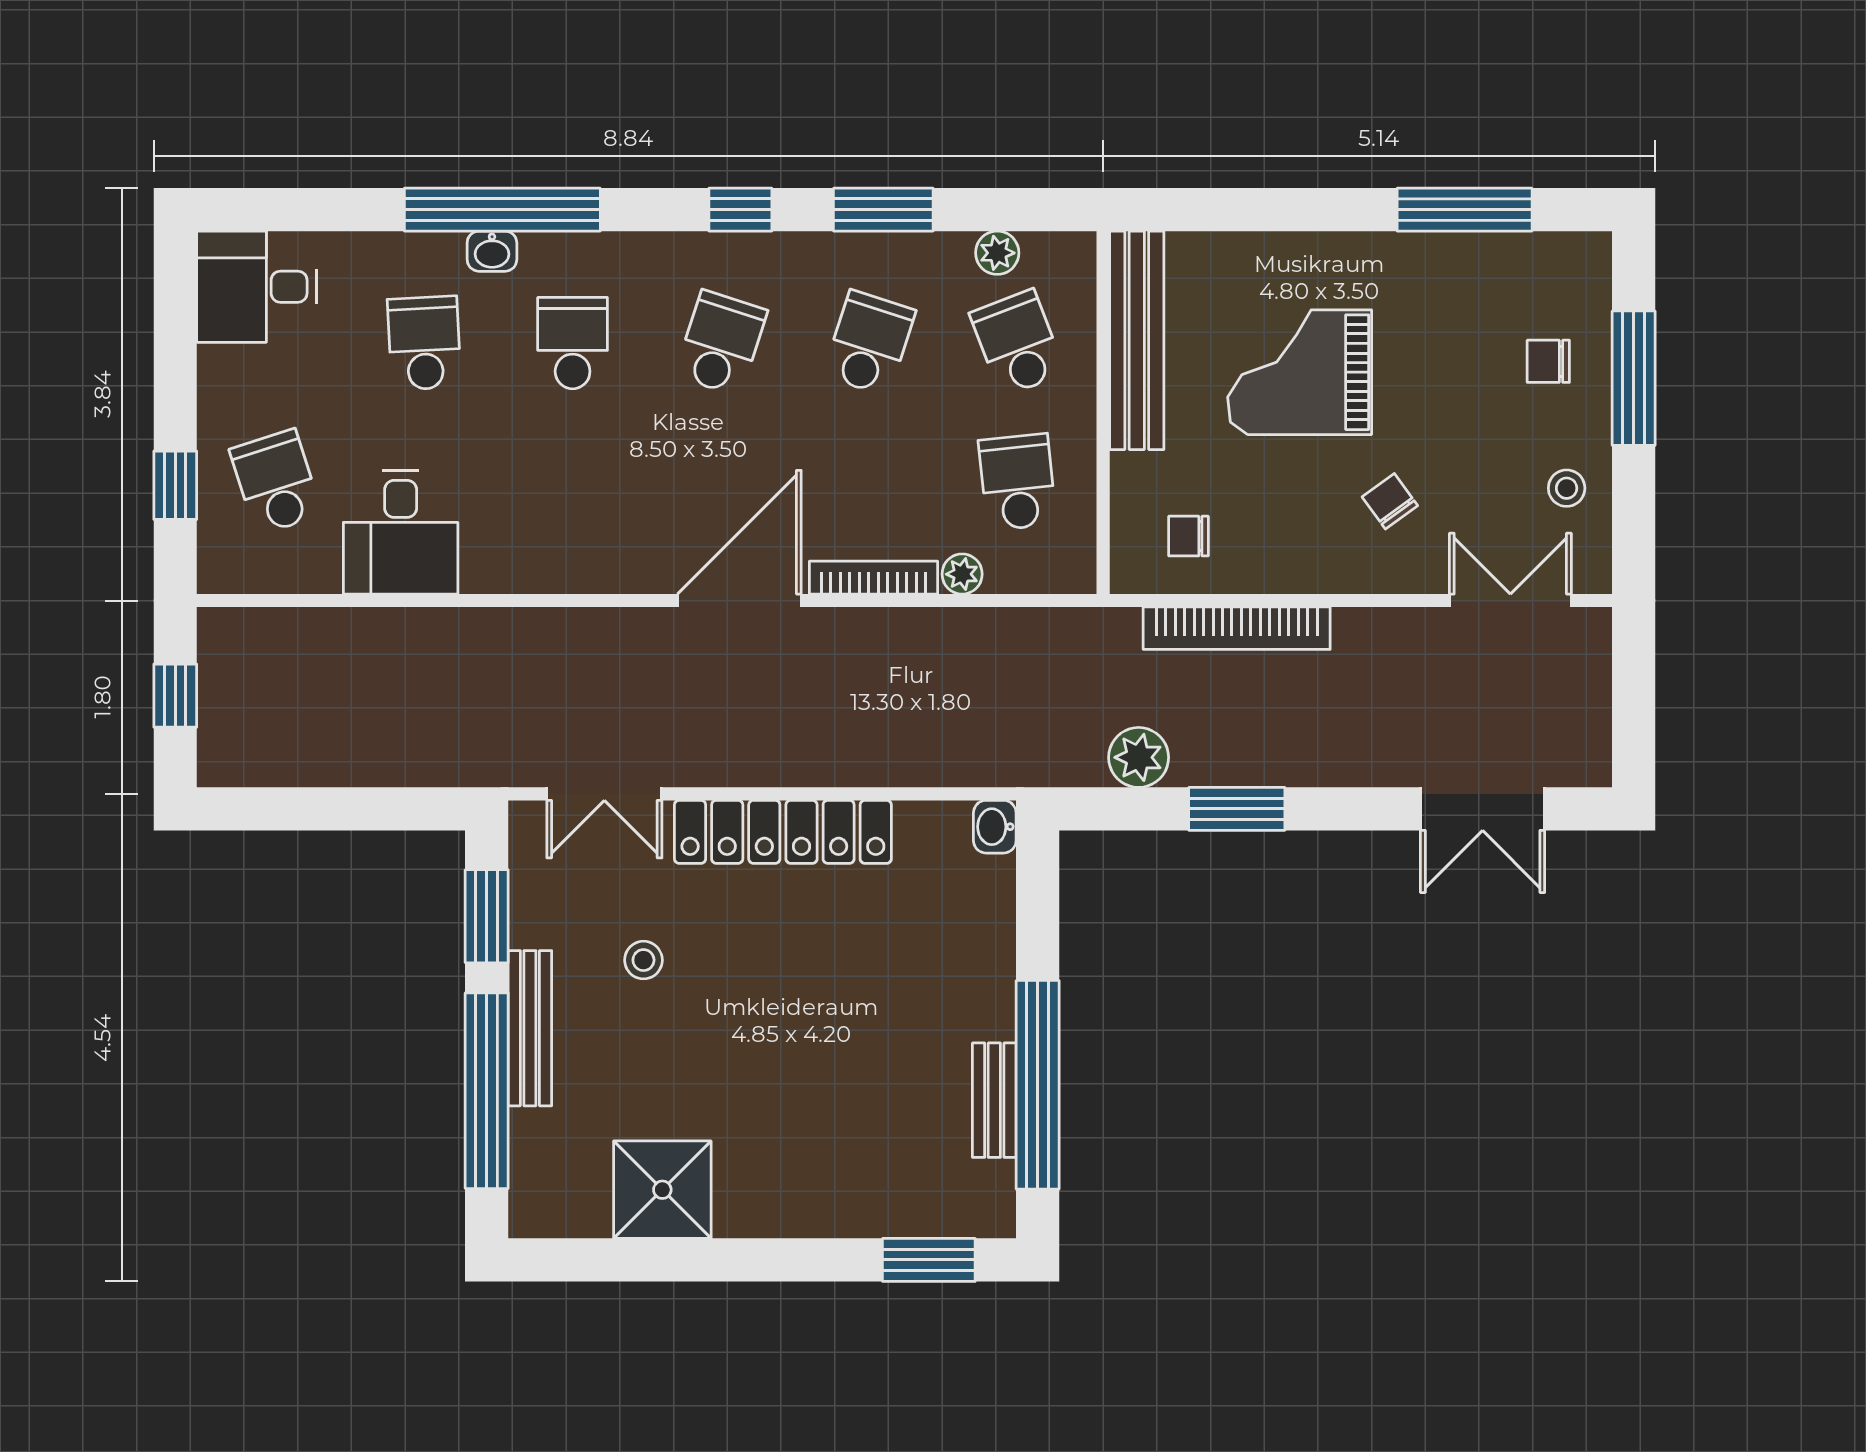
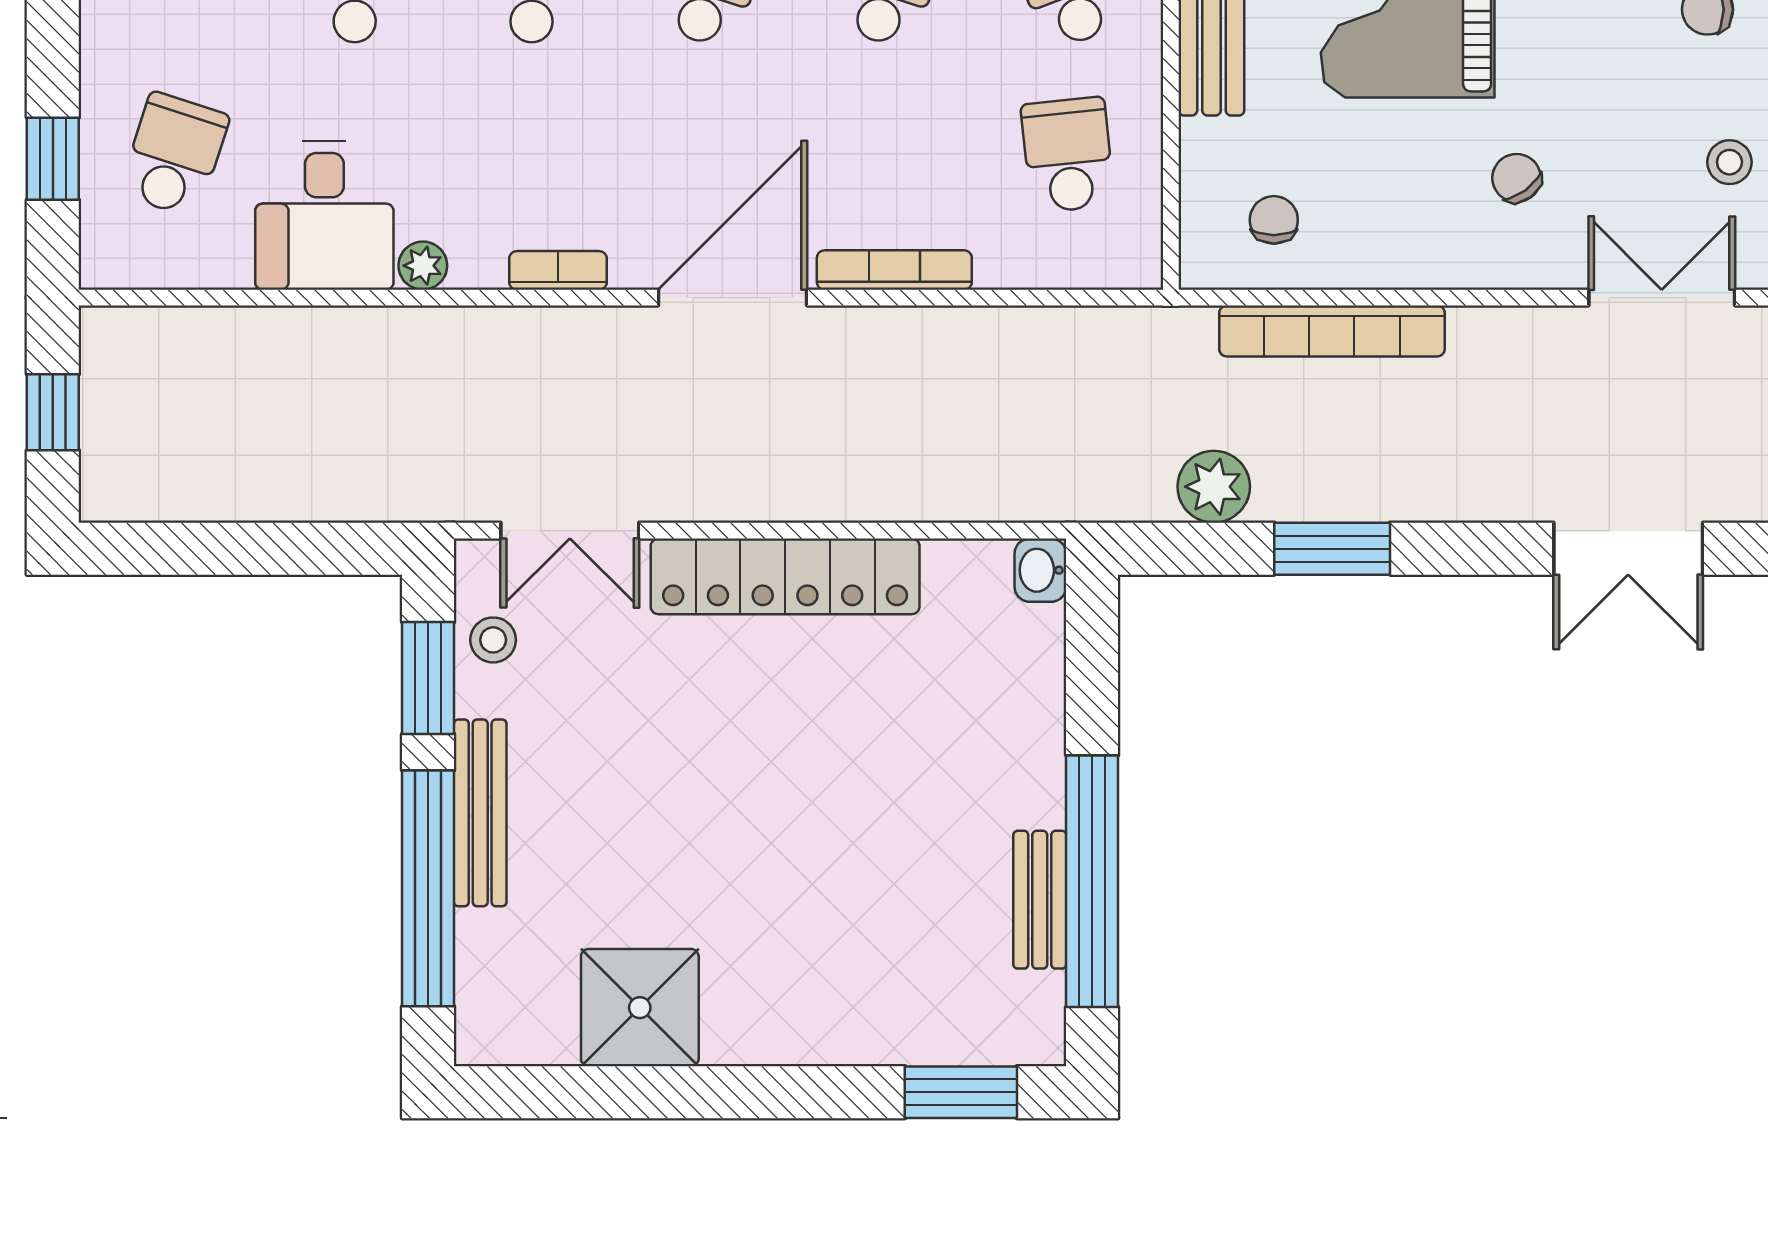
school desk: (276, 482) -> (174, 155), turned 36
chair: (1188, 536) -> (1274, 220), turned 90
plant: (962, 574) -> (423, 266), moved
bookcase: (594, 578) -> (558, 270), added
stool: (643, 960) -> (493, 640), moved

